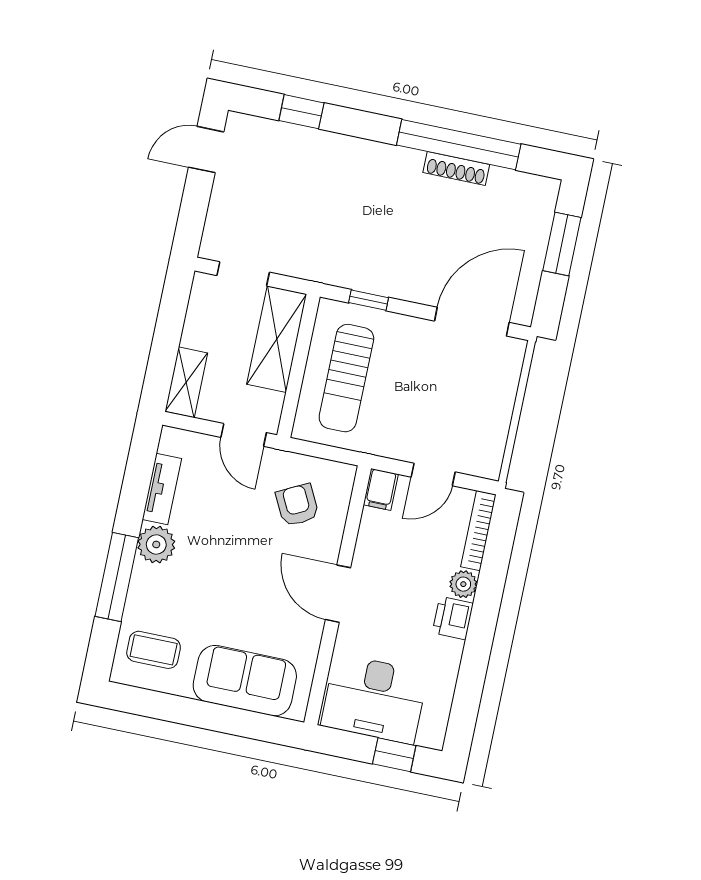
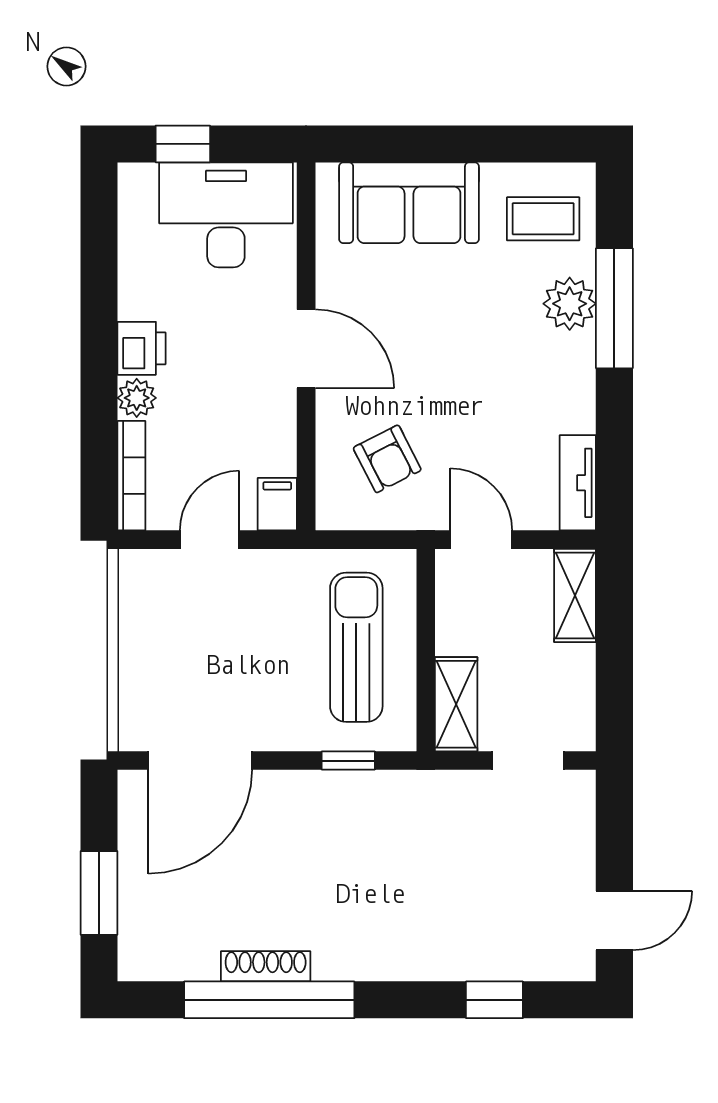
shelving: (277, 339) -> (456, 704), width x0.67, depth x0.75
tv unit: (162, 489) -> (578, 483), moved
plant: (156, 545) -> (570, 304), moved

